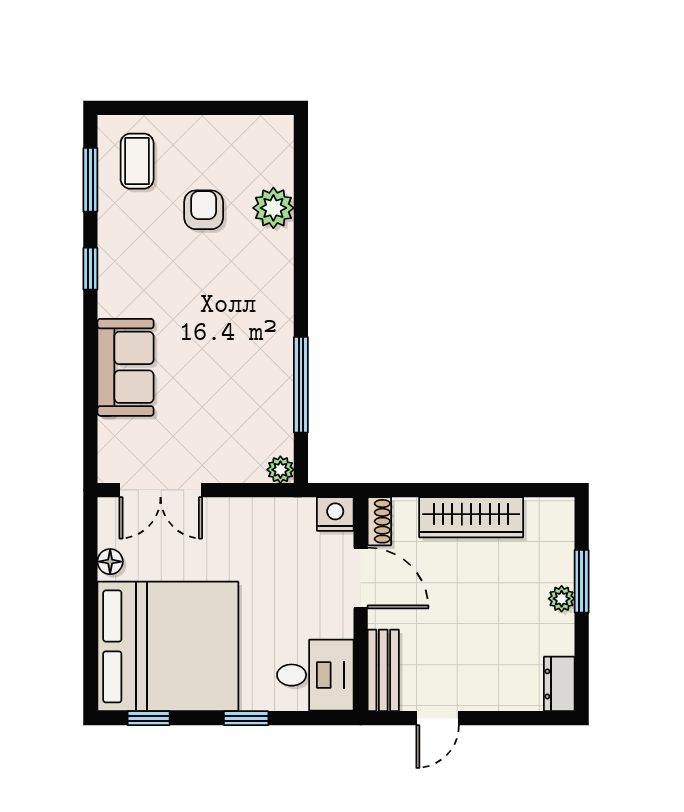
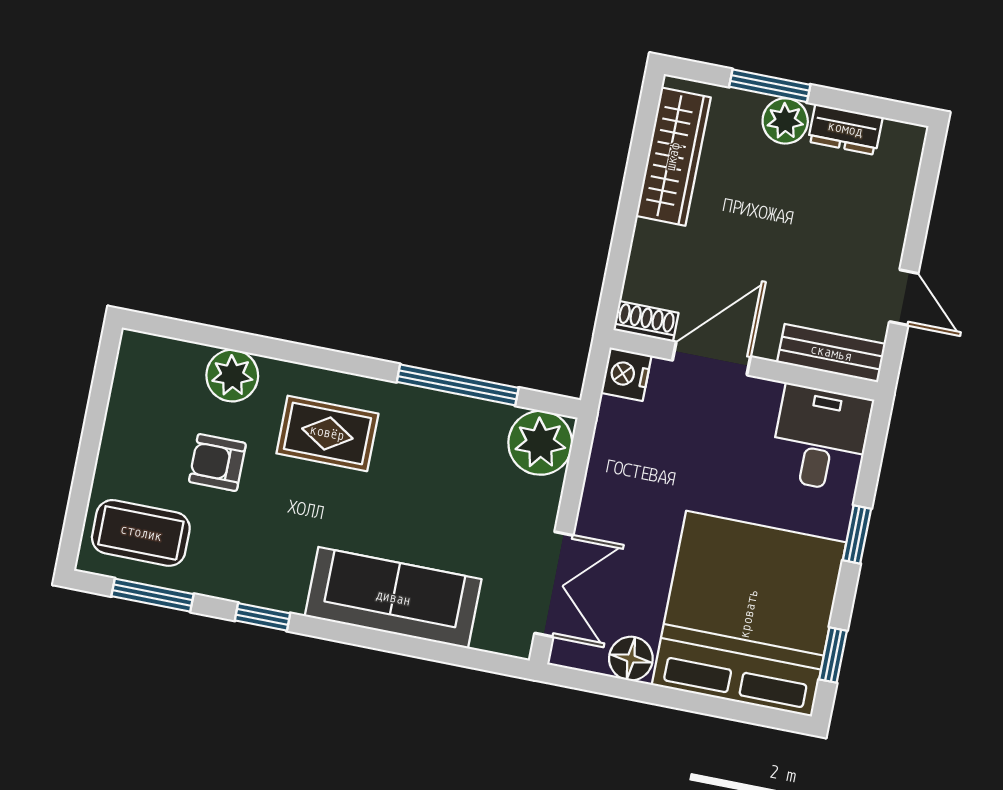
coffee table: (137, 161) -> (141, 533), width x1.36, depth x1.30
rug: (243, 291) -> (327, 433), added
sofa: (126, 367) -> (393, 598), width x1.36
plant: (280, 470) -> (540, 443), width x1.88, depth x1.88
wardrobe: (471, 517) -> (673, 157), moved
floor lamp: (110, 562) -> (631, 659), width x1.37, depth x1.37
plant: (562, 599) -> (785, 121), width x1.38, depth x1.38
dresser: (559, 684) -> (845, 129), moved

